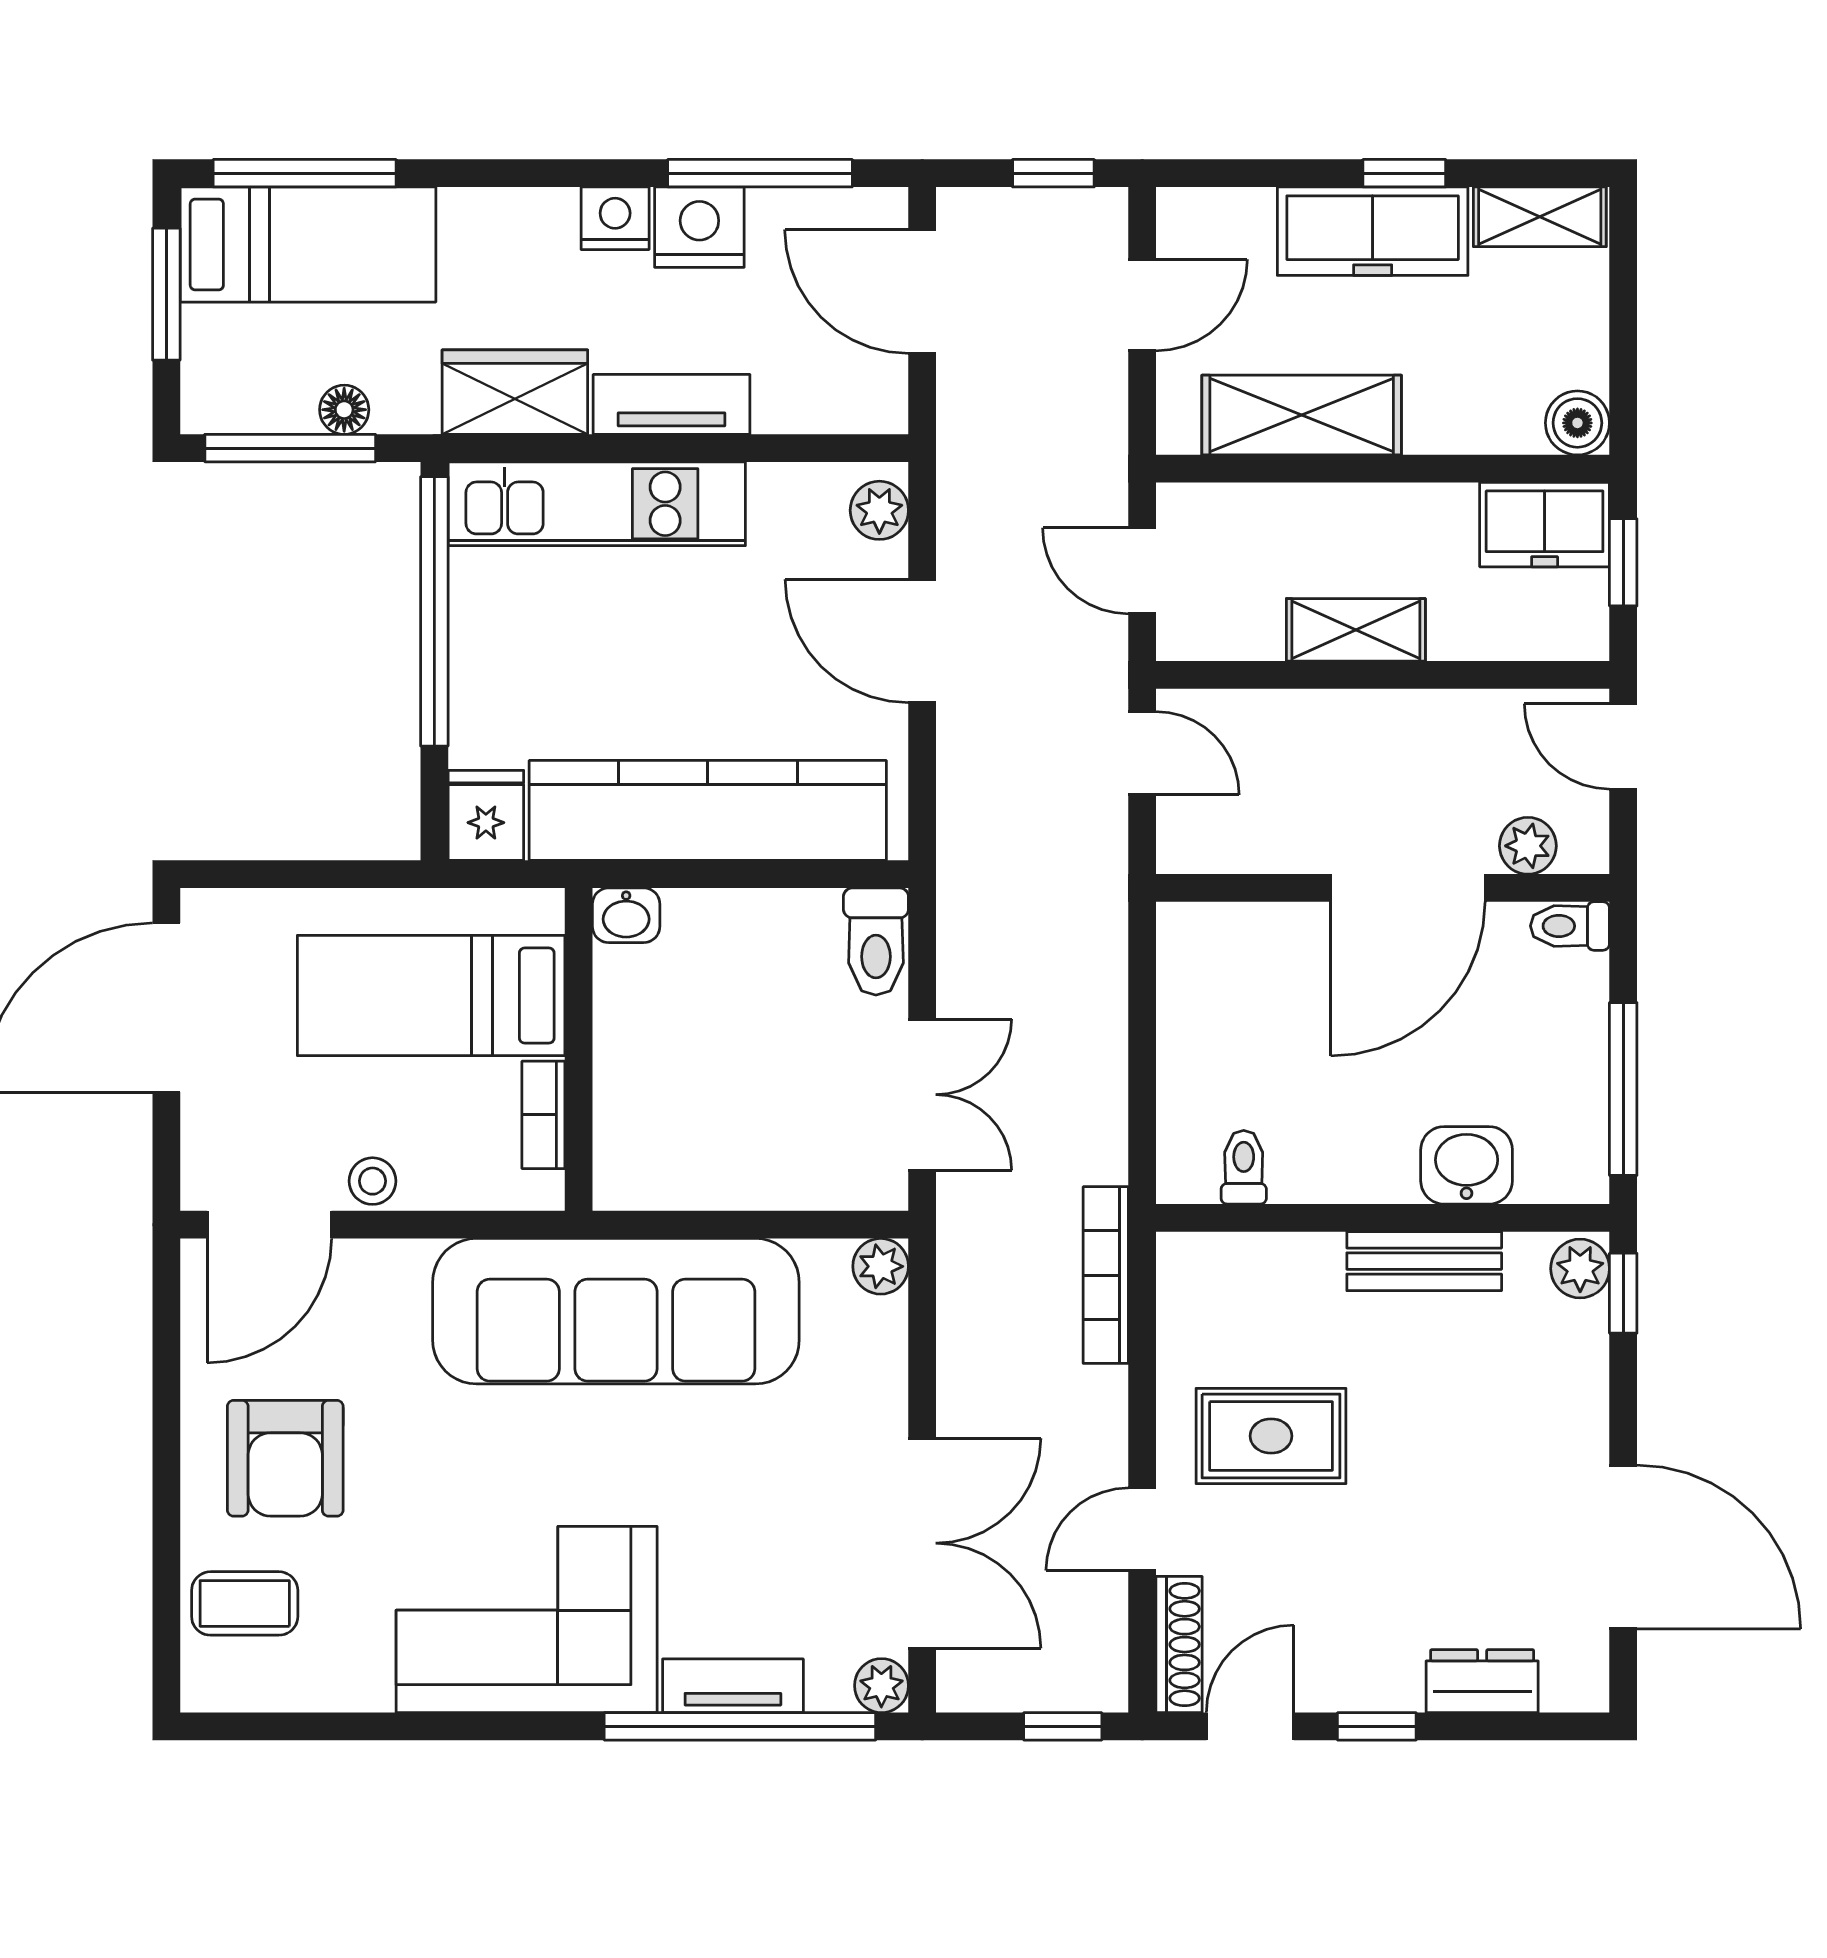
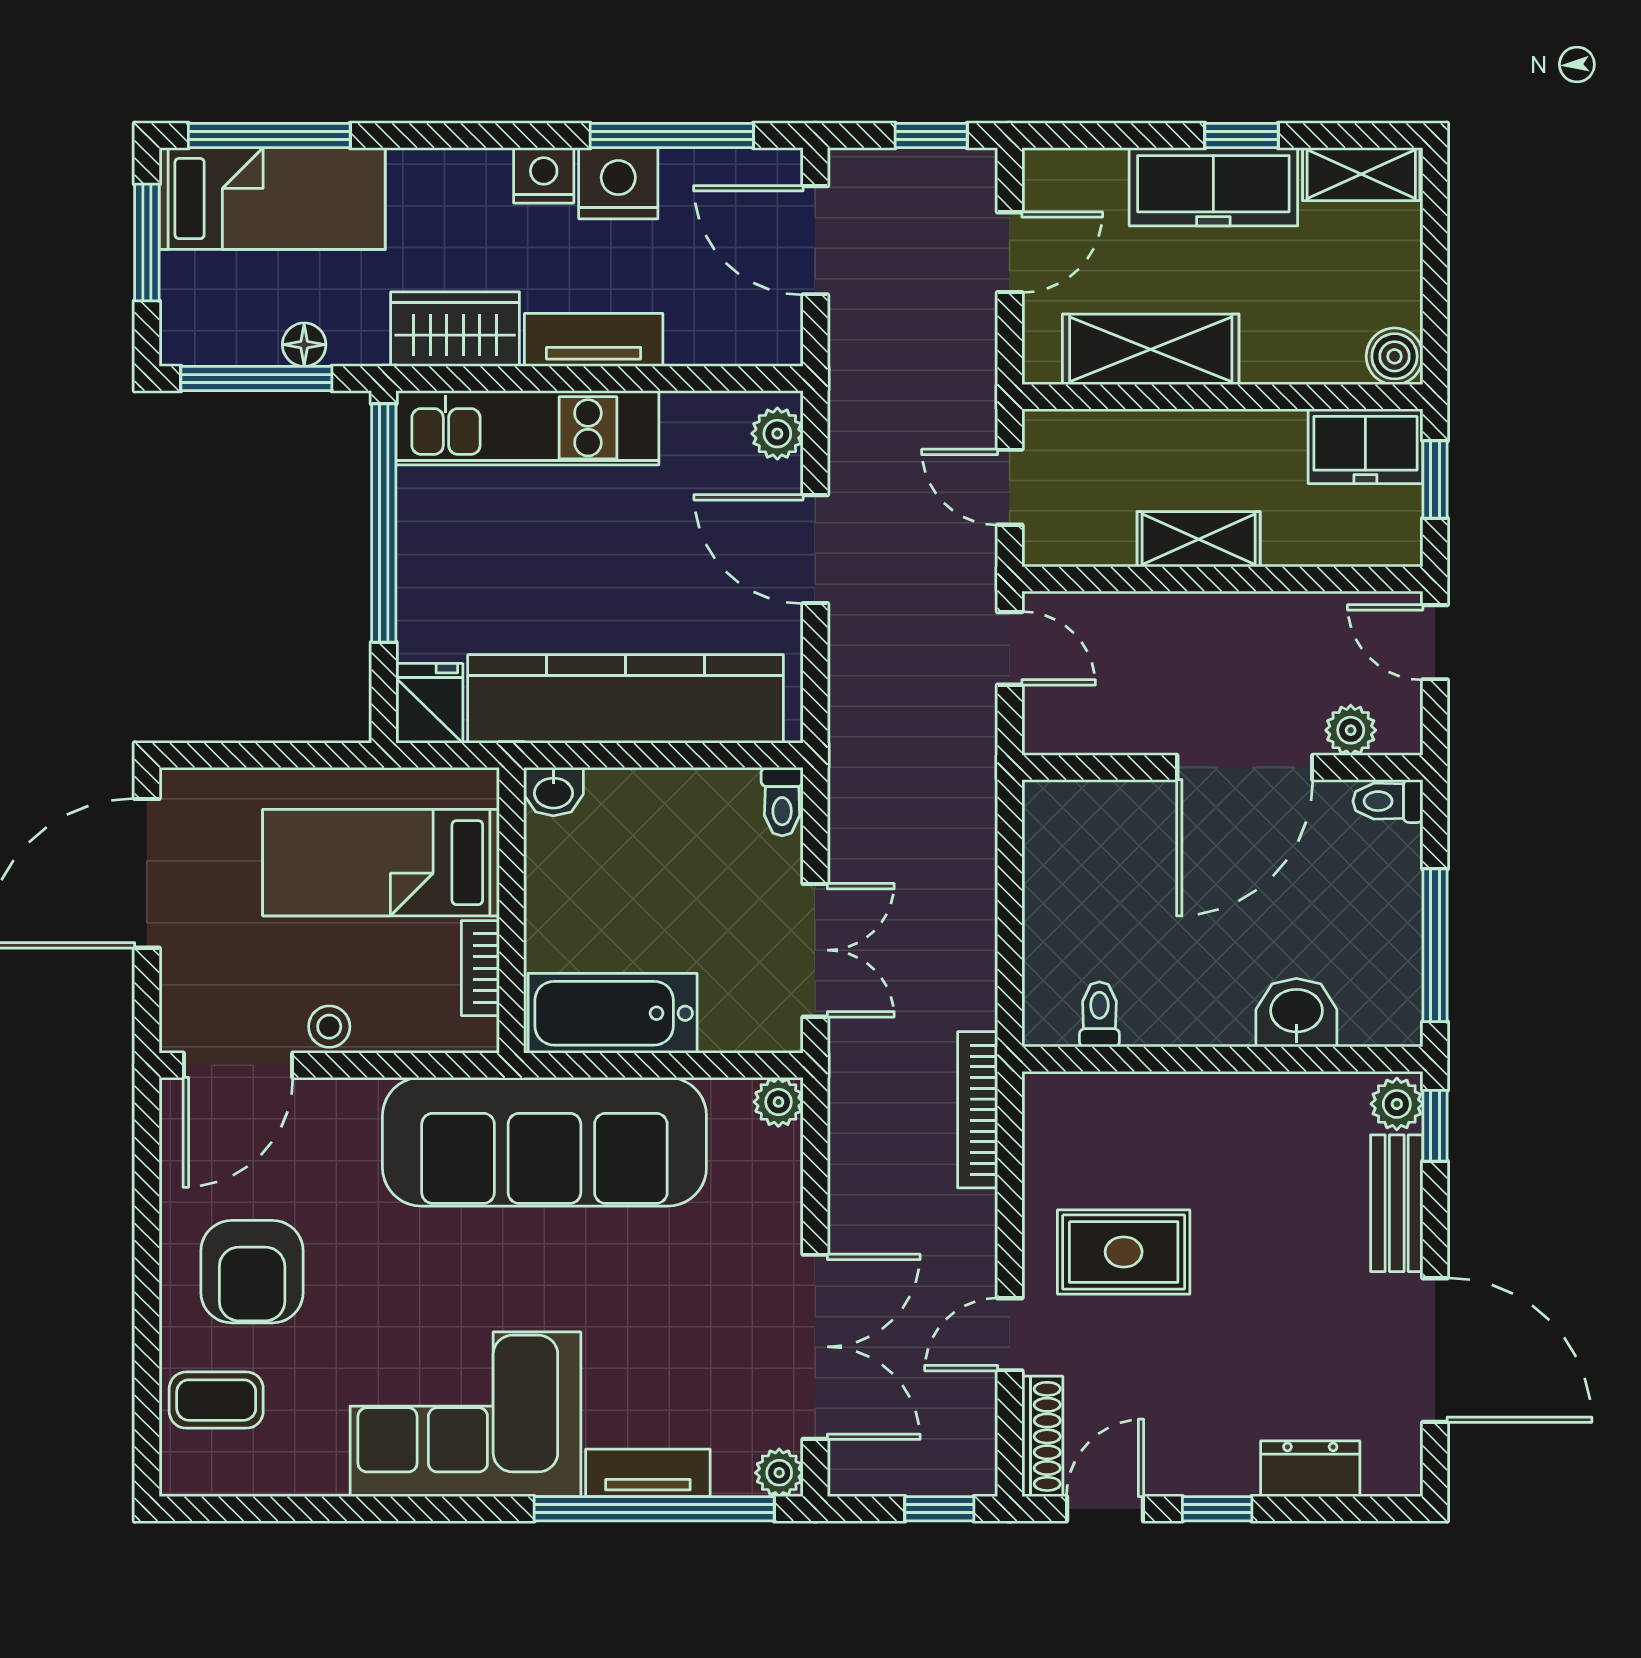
toilet: (876, 942) -> (782, 802), width x0.73, depth x0.72
bathtub: (693, 1166) -> (613, 1013), added
bench: (1424, 1261) -> (1397, 1203), moved, turned 90

